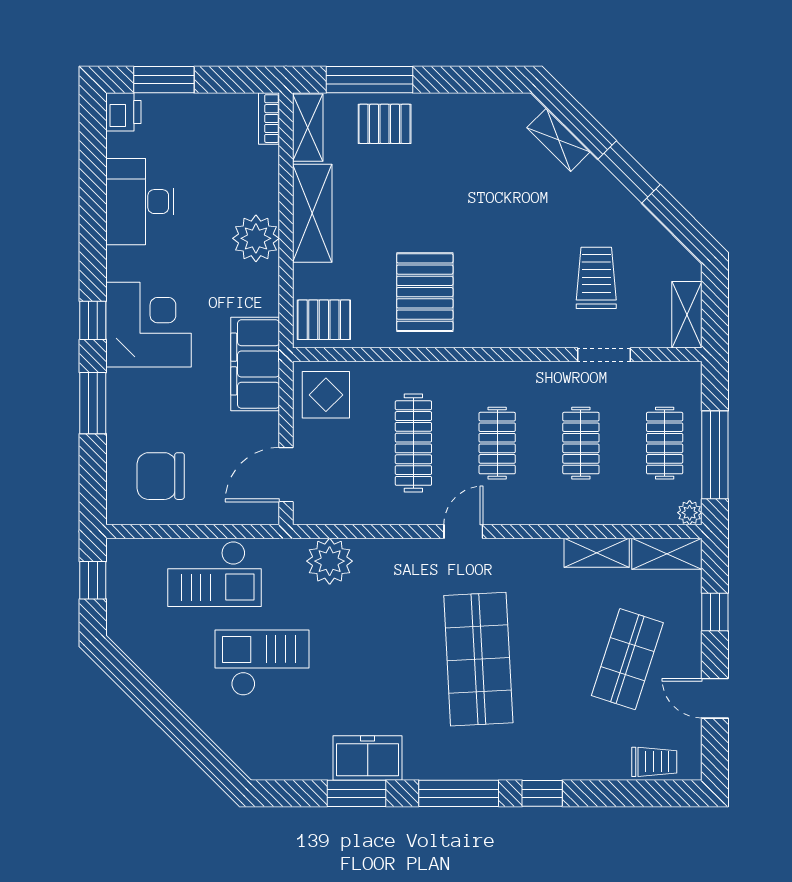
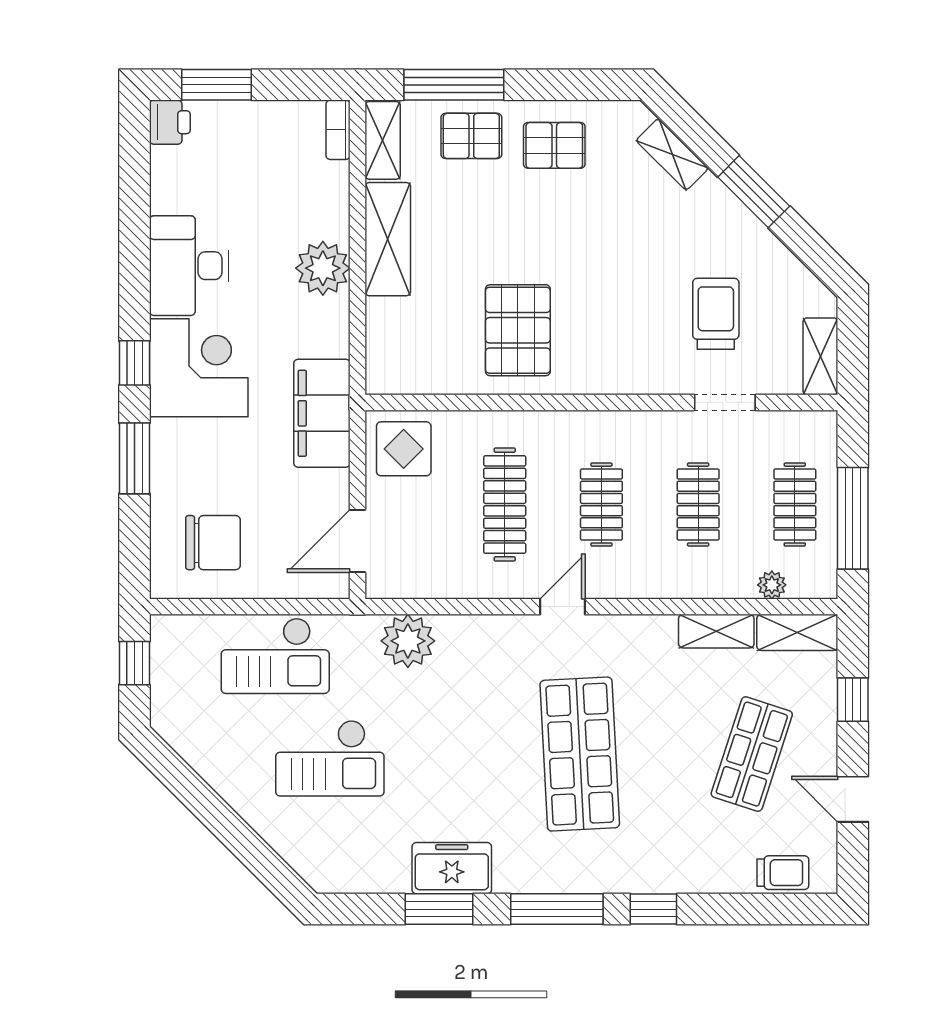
desk: (140, 202) -> (189, 266), moved
pallet: (324, 320) -> (554, 145), moved
chair: (161, 476) -> (213, 543), turned 180
plant: (690, 513) -> (772, 585), moved
checkout: (262, 663) -> (330, 758), turned 180

